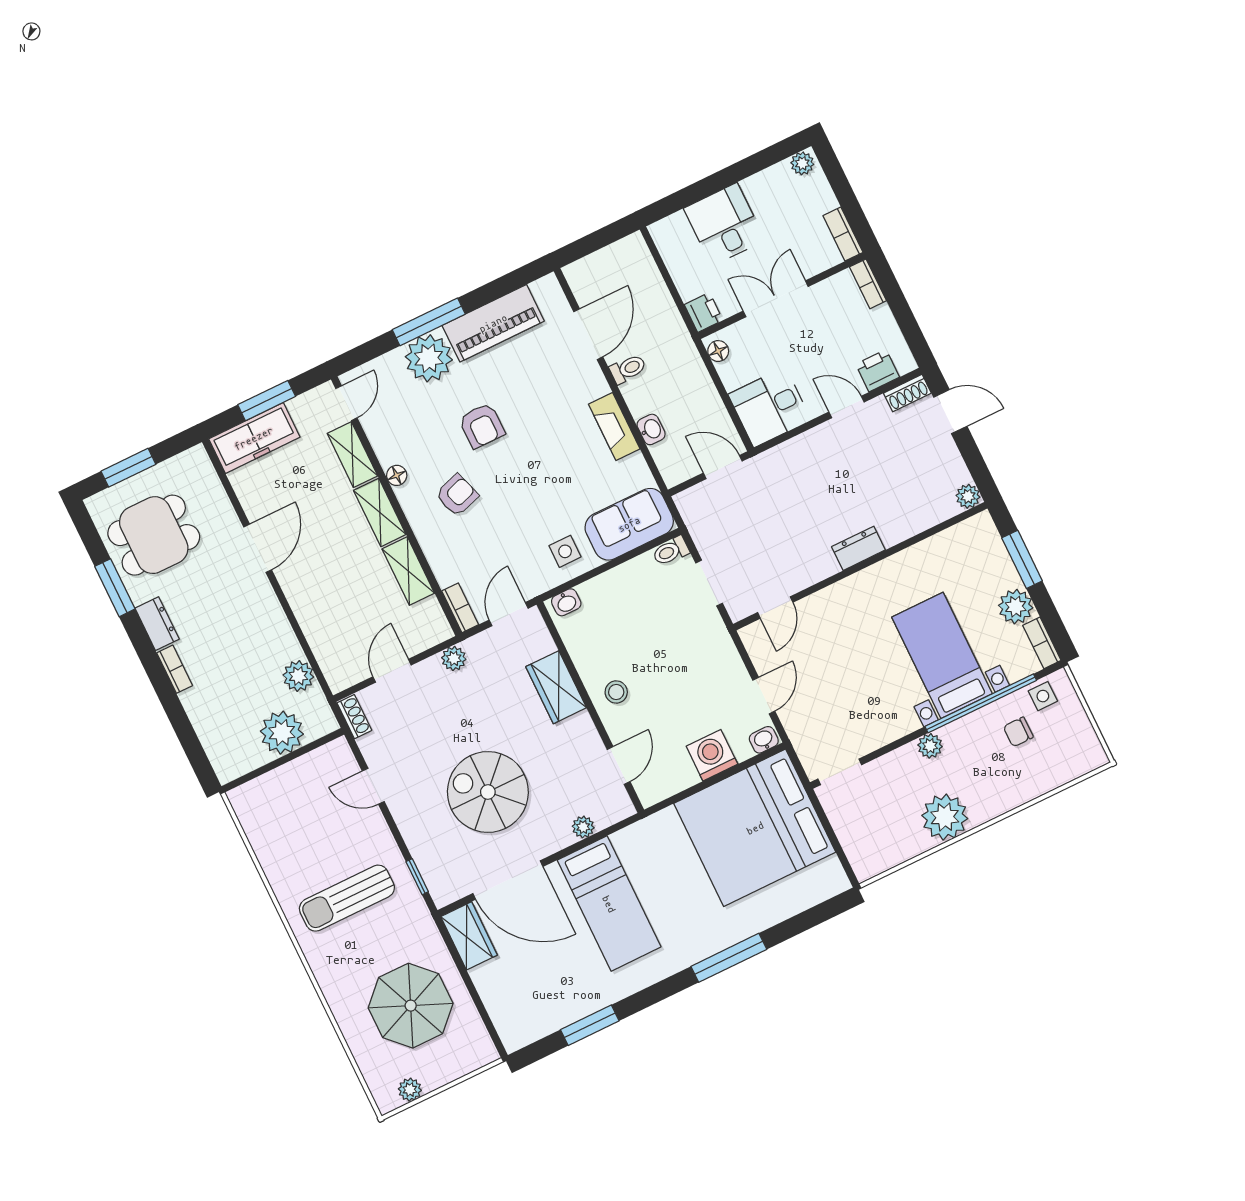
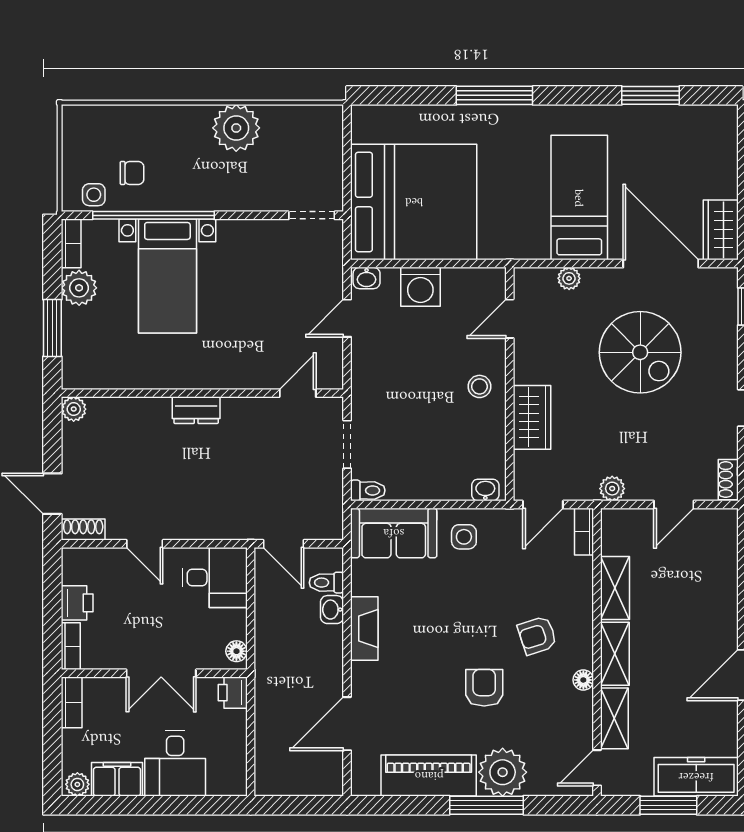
filing cabinet: (769, 185) -> (117, 779), added
toilet: (628, 369) -> (326, 583), moved
printer: (878, 371) -> (77, 603), moved, turned -90
plant: (930, 746) -> (218, 199), removed

